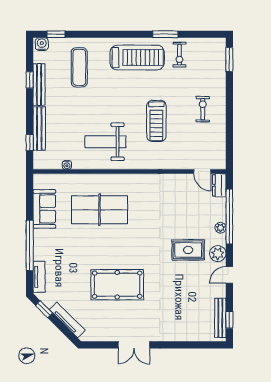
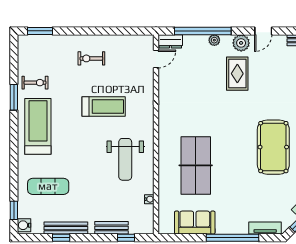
bench: (39, 128) -> (111, 228), width x0.73
door: (229, 275) -> (263, 31), hinge flipped

